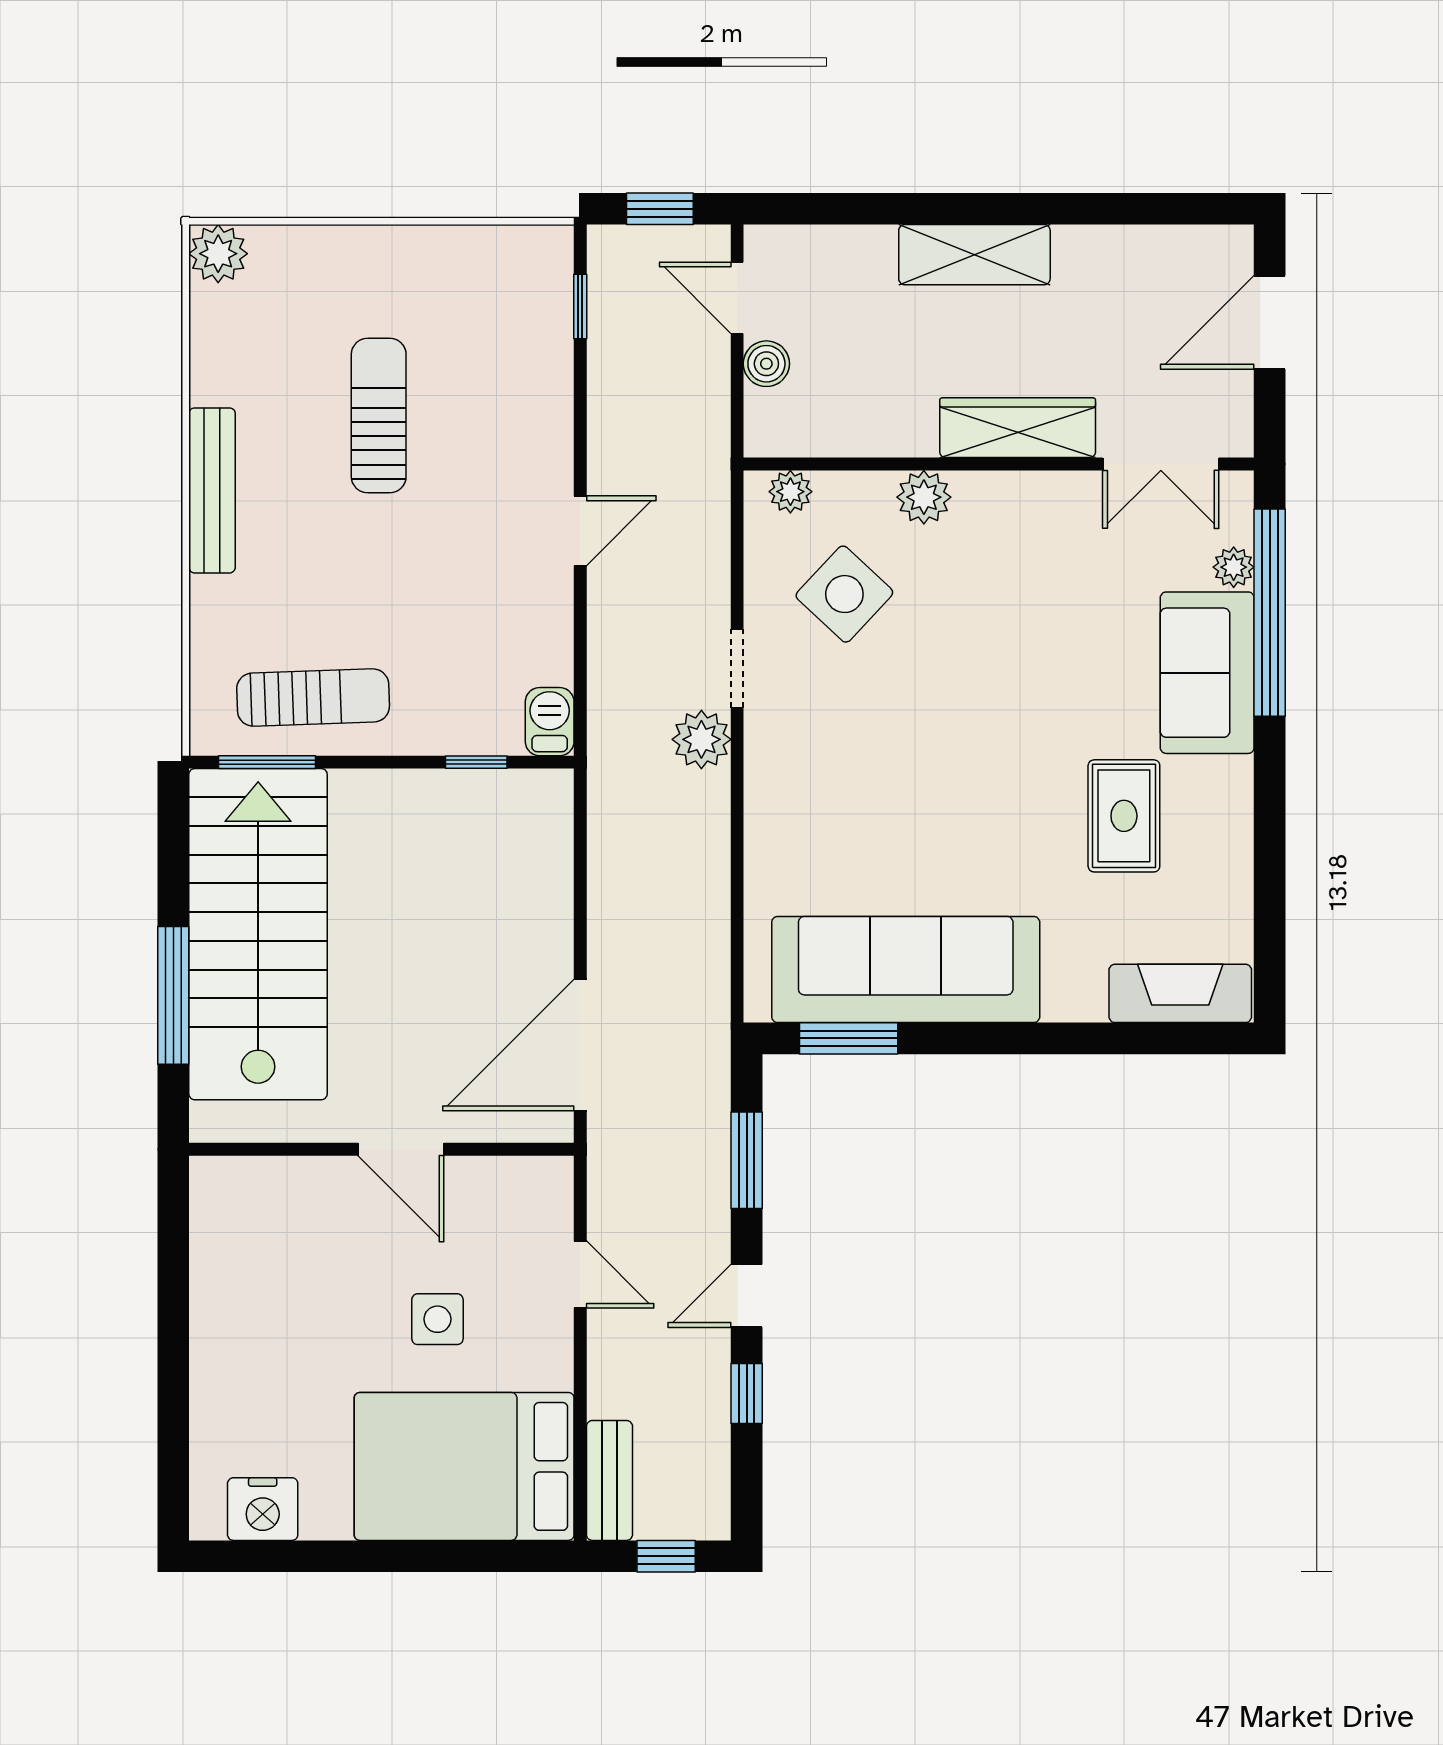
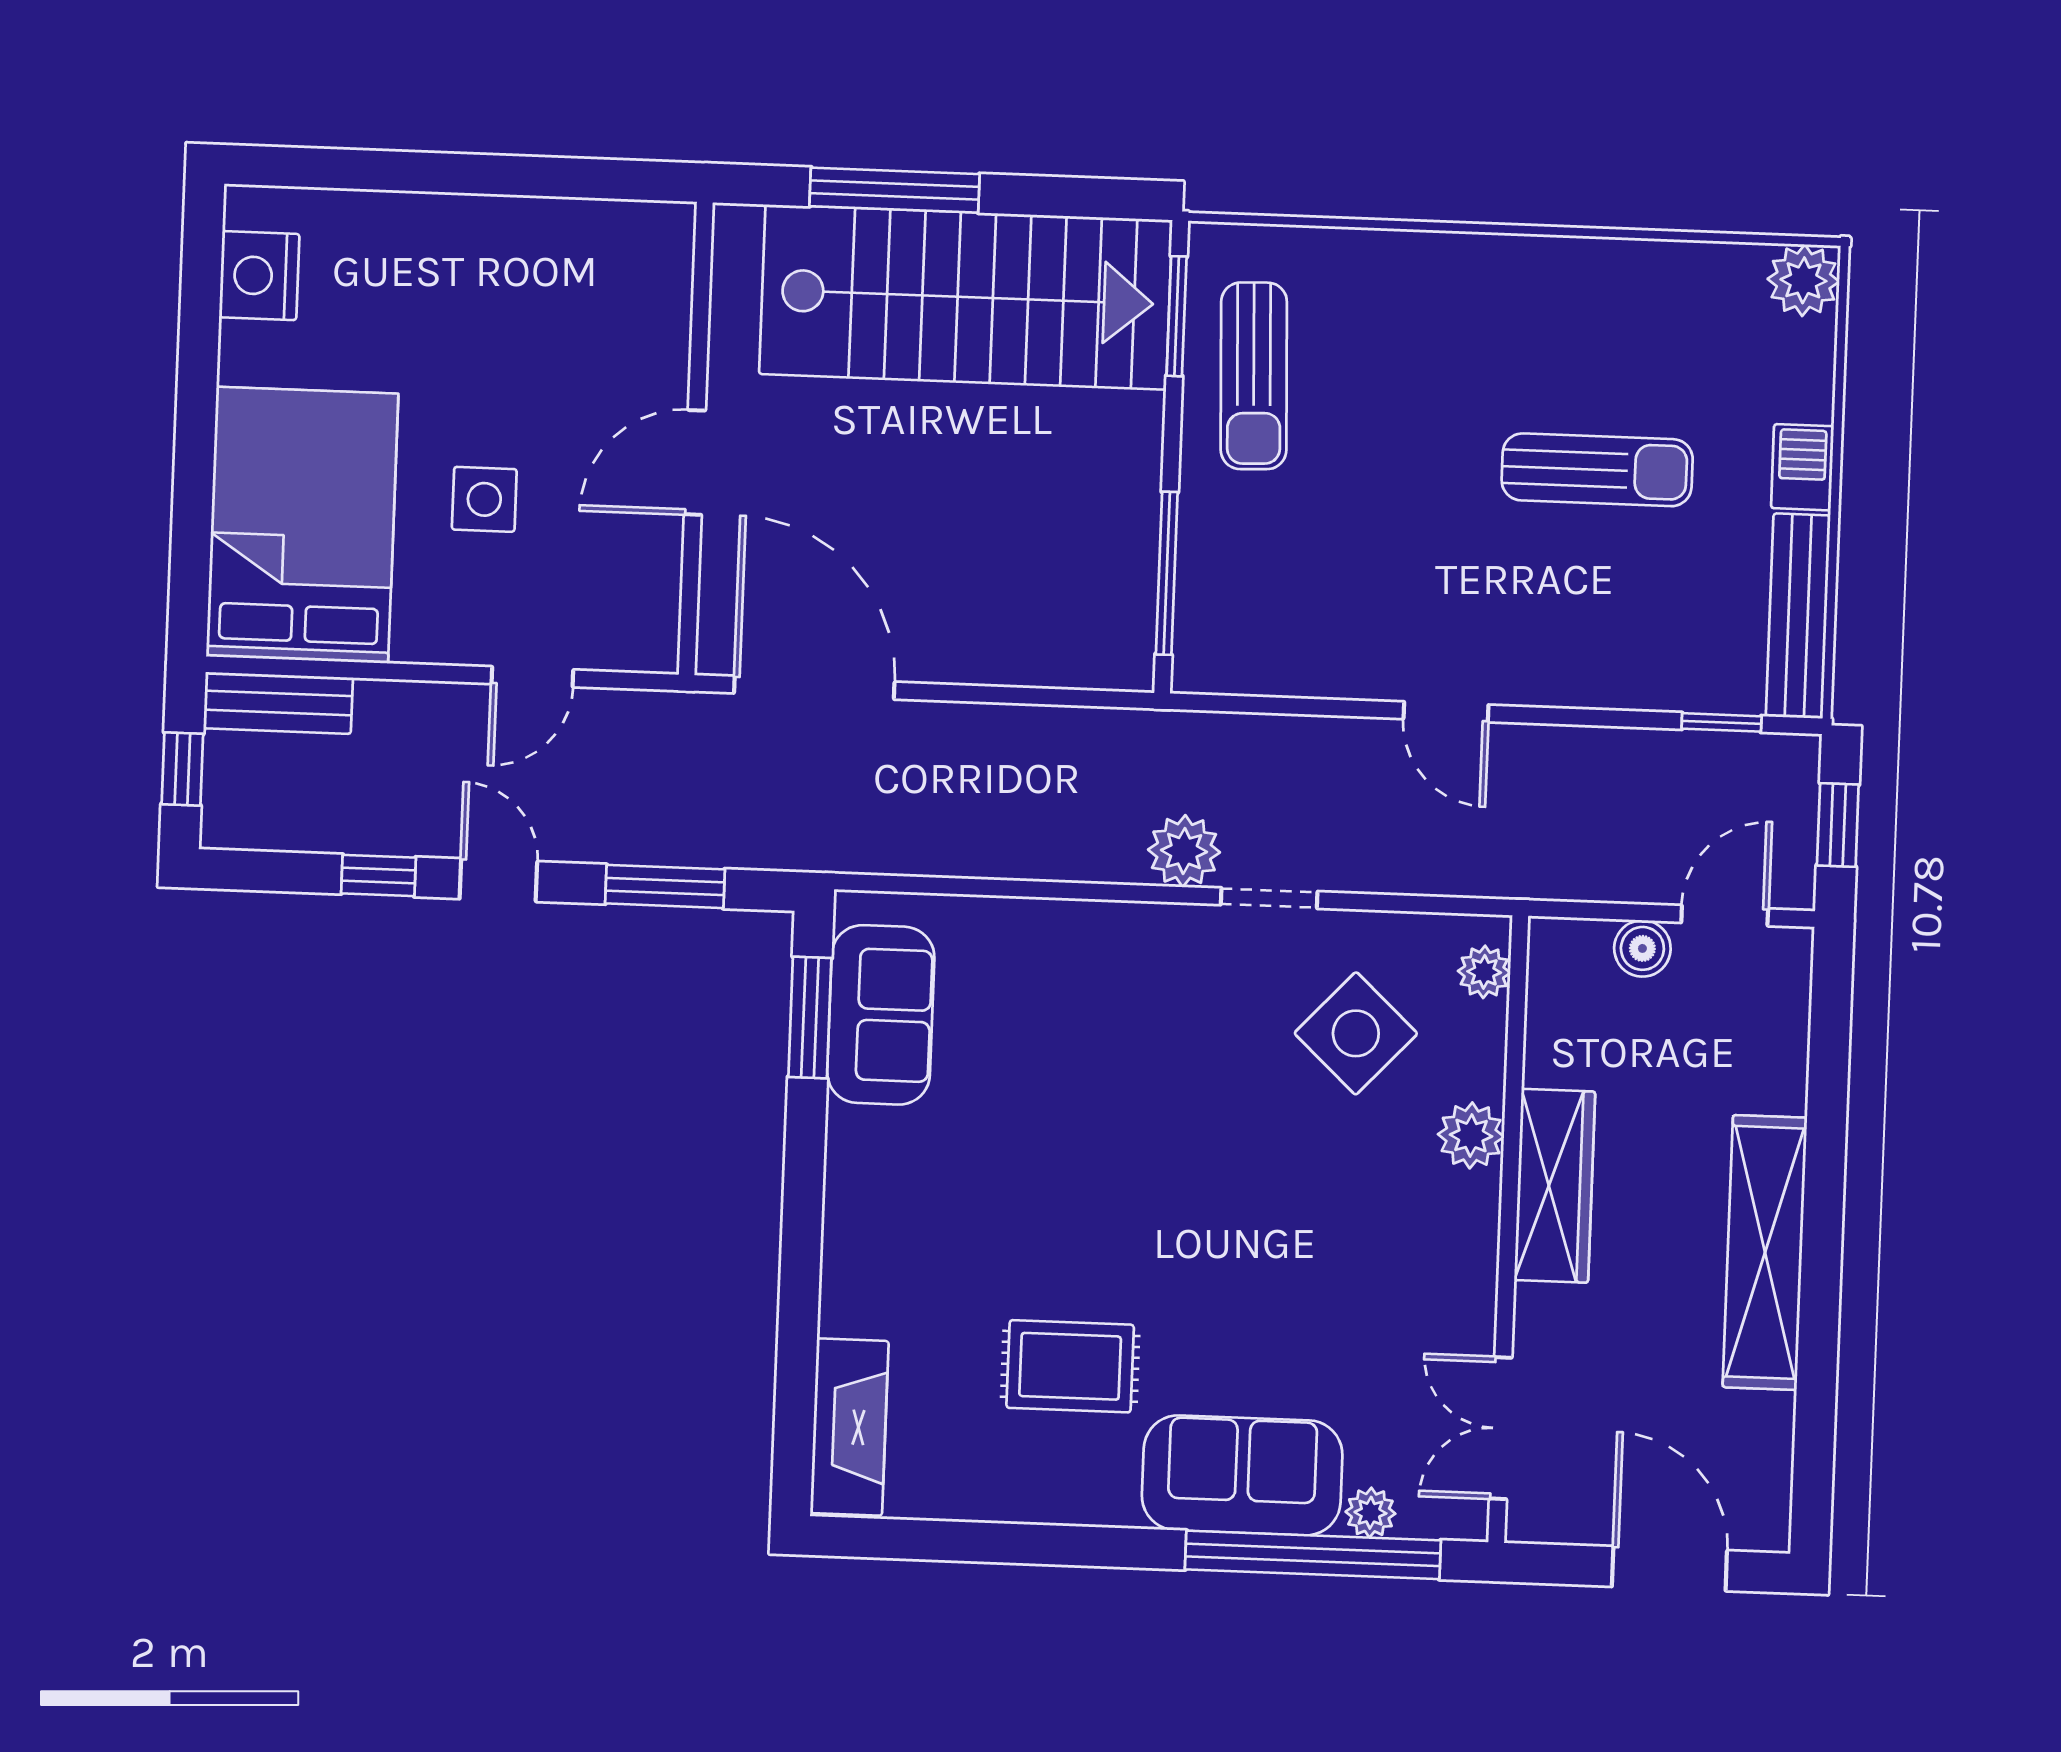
shelving: (974, 255) -> (1765, 1252), width x1.47
wardrobe: (1018, 428) -> (1555, 1186), moved
bench: (212, 490) -> (1798, 616), moved, turned 90
barbecue: (550, 722) -> (1802, 467), moved, turned -90
window: (476, 762) -> (1167, 573), width x2.17
sofa: (906, 969) -> (881, 1015), width x0.54, depth x0.79

